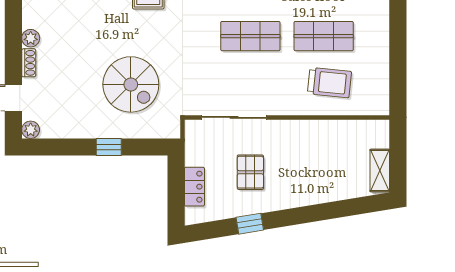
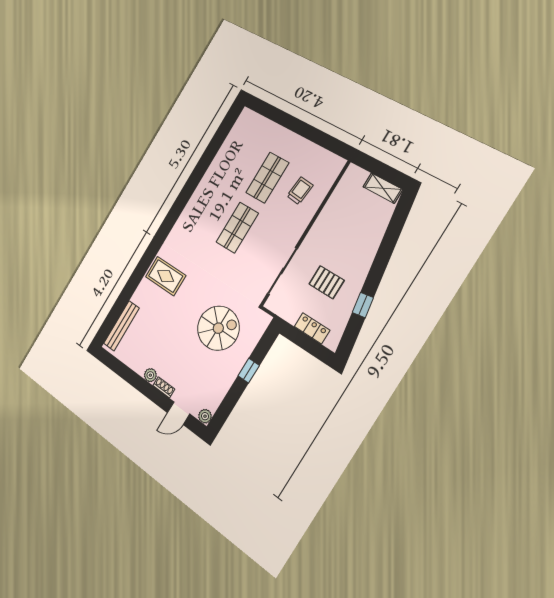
trolley: (329, 83) -> (300, 191), width x0.73, depth x0.72

